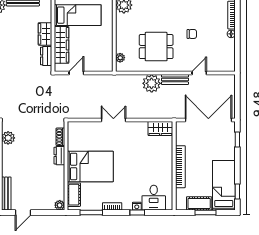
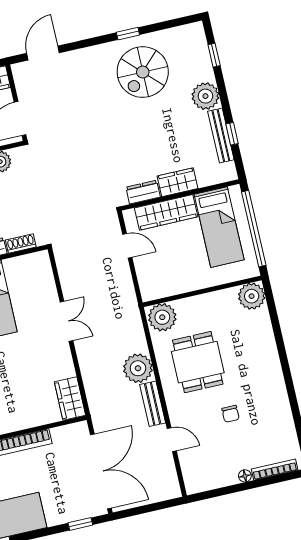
plant: (120, 58) -> (162, 317), width x1.87, depth x1.87

